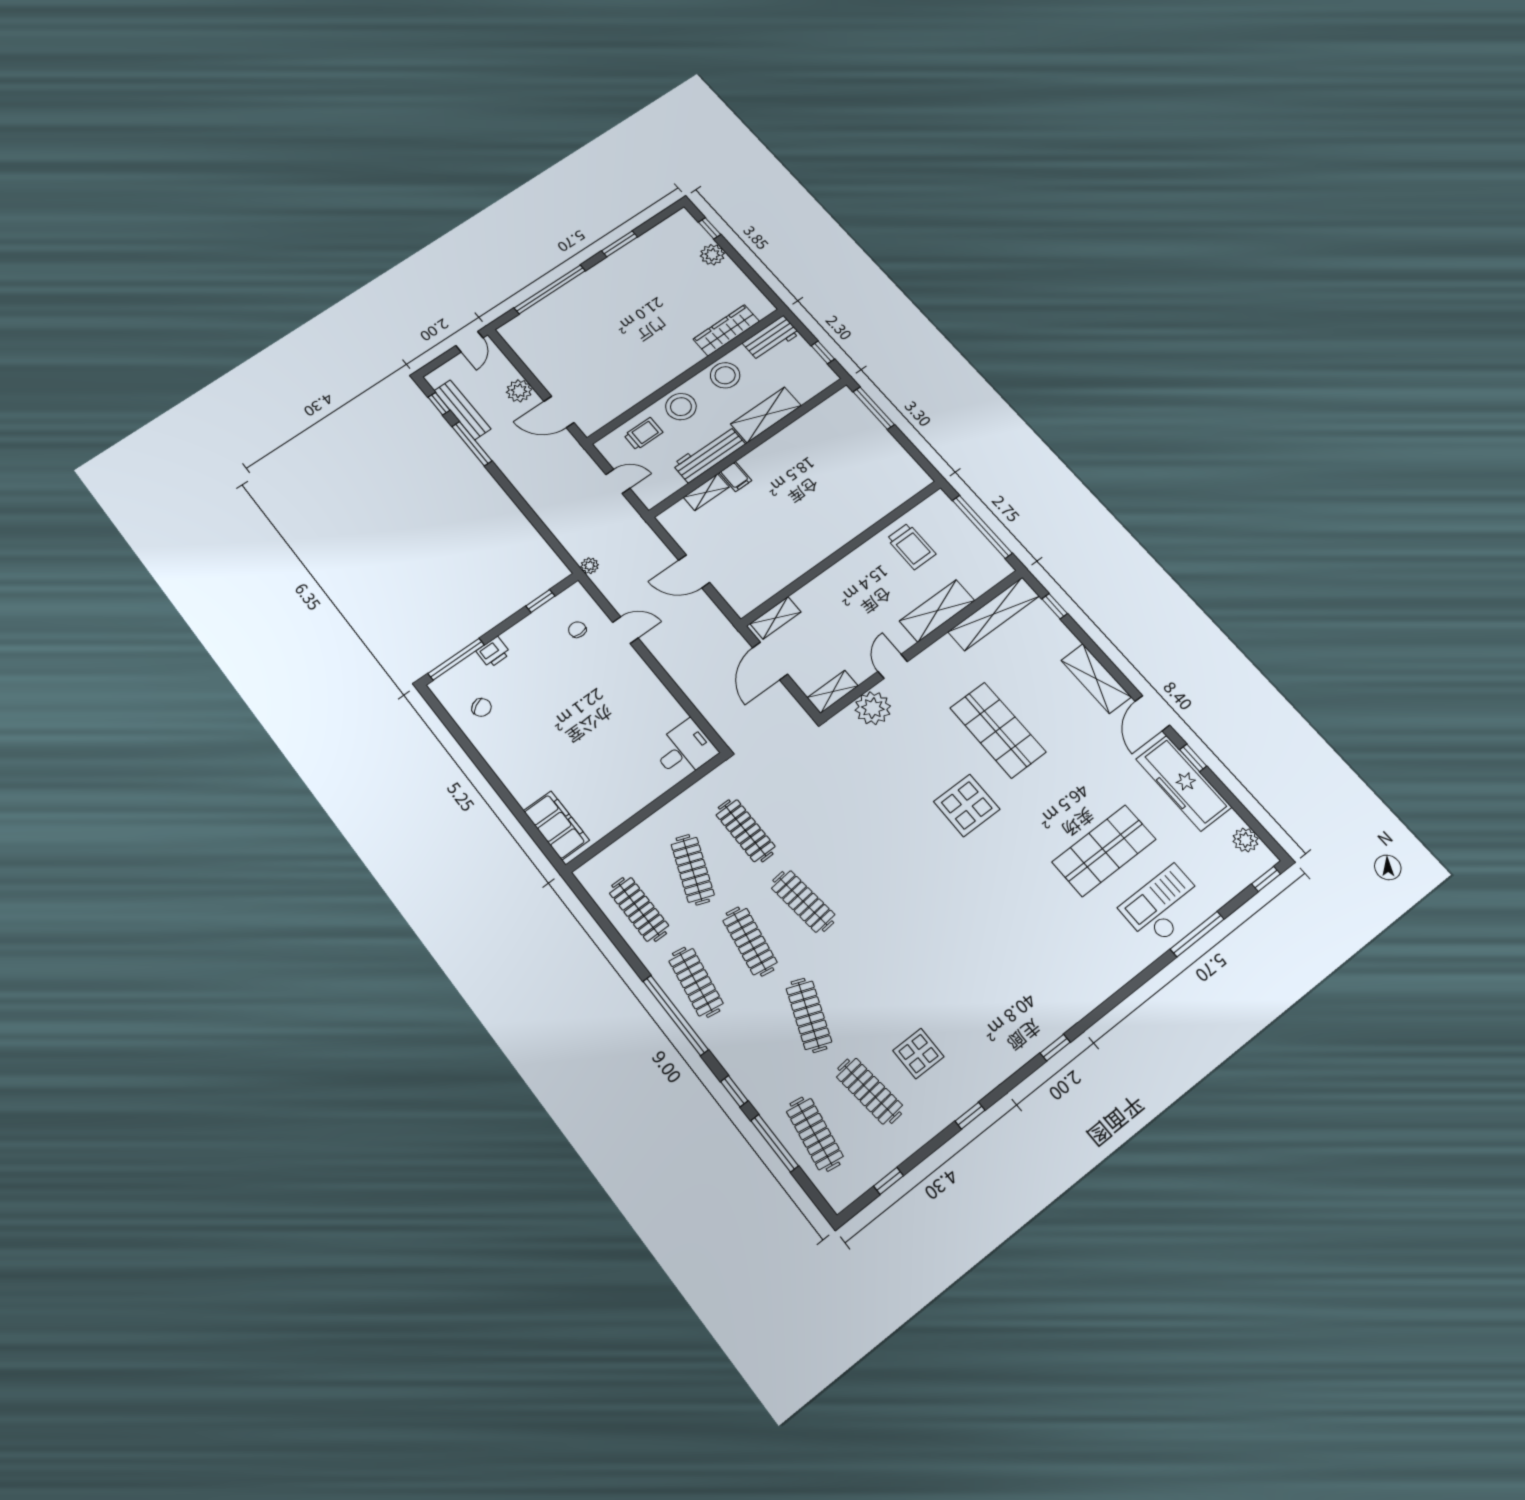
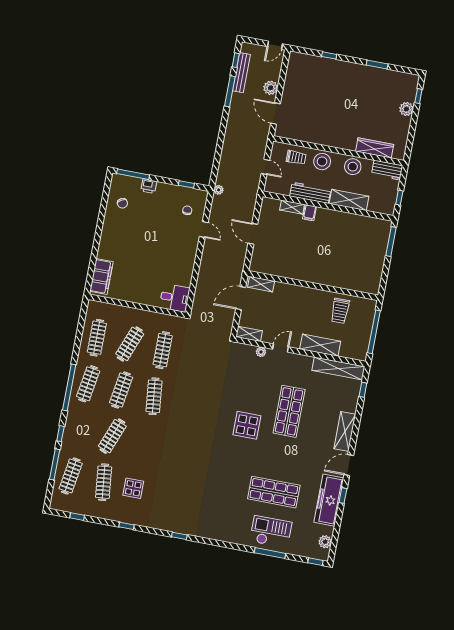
window: (550, 289) -> (329, 55), width x0.32
plant: (873, 708) -> (261, 352), width x0.53, depth x0.53

